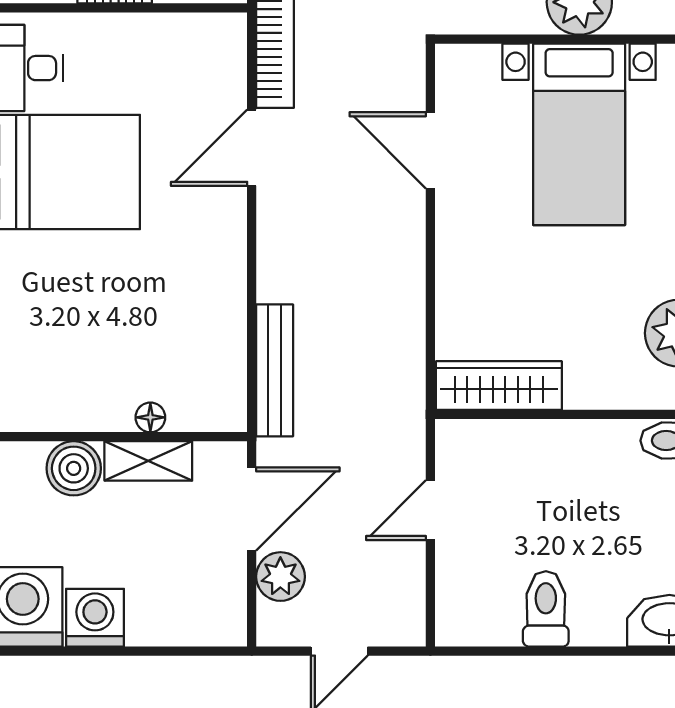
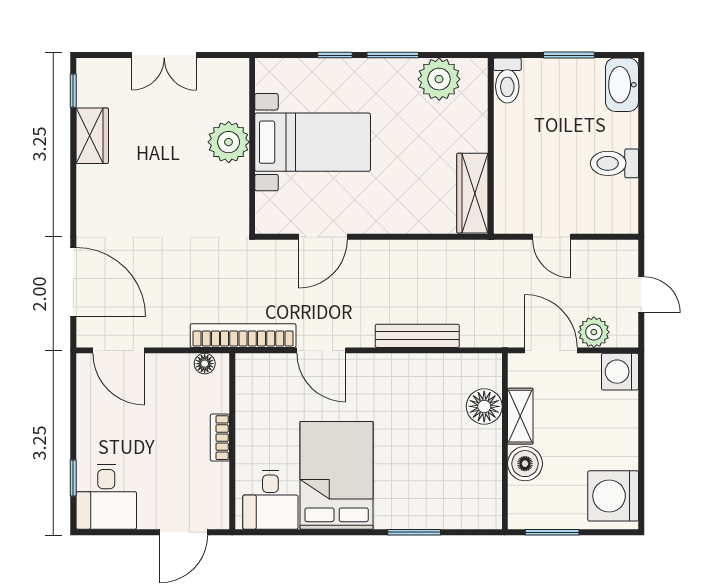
bench: (275, 370) -> (417, 336), moved
floor lamp: (150, 417) -> (484, 406), width x1.89, depth x1.89
washing machine: (95, 618) -> (620, 372), moved

